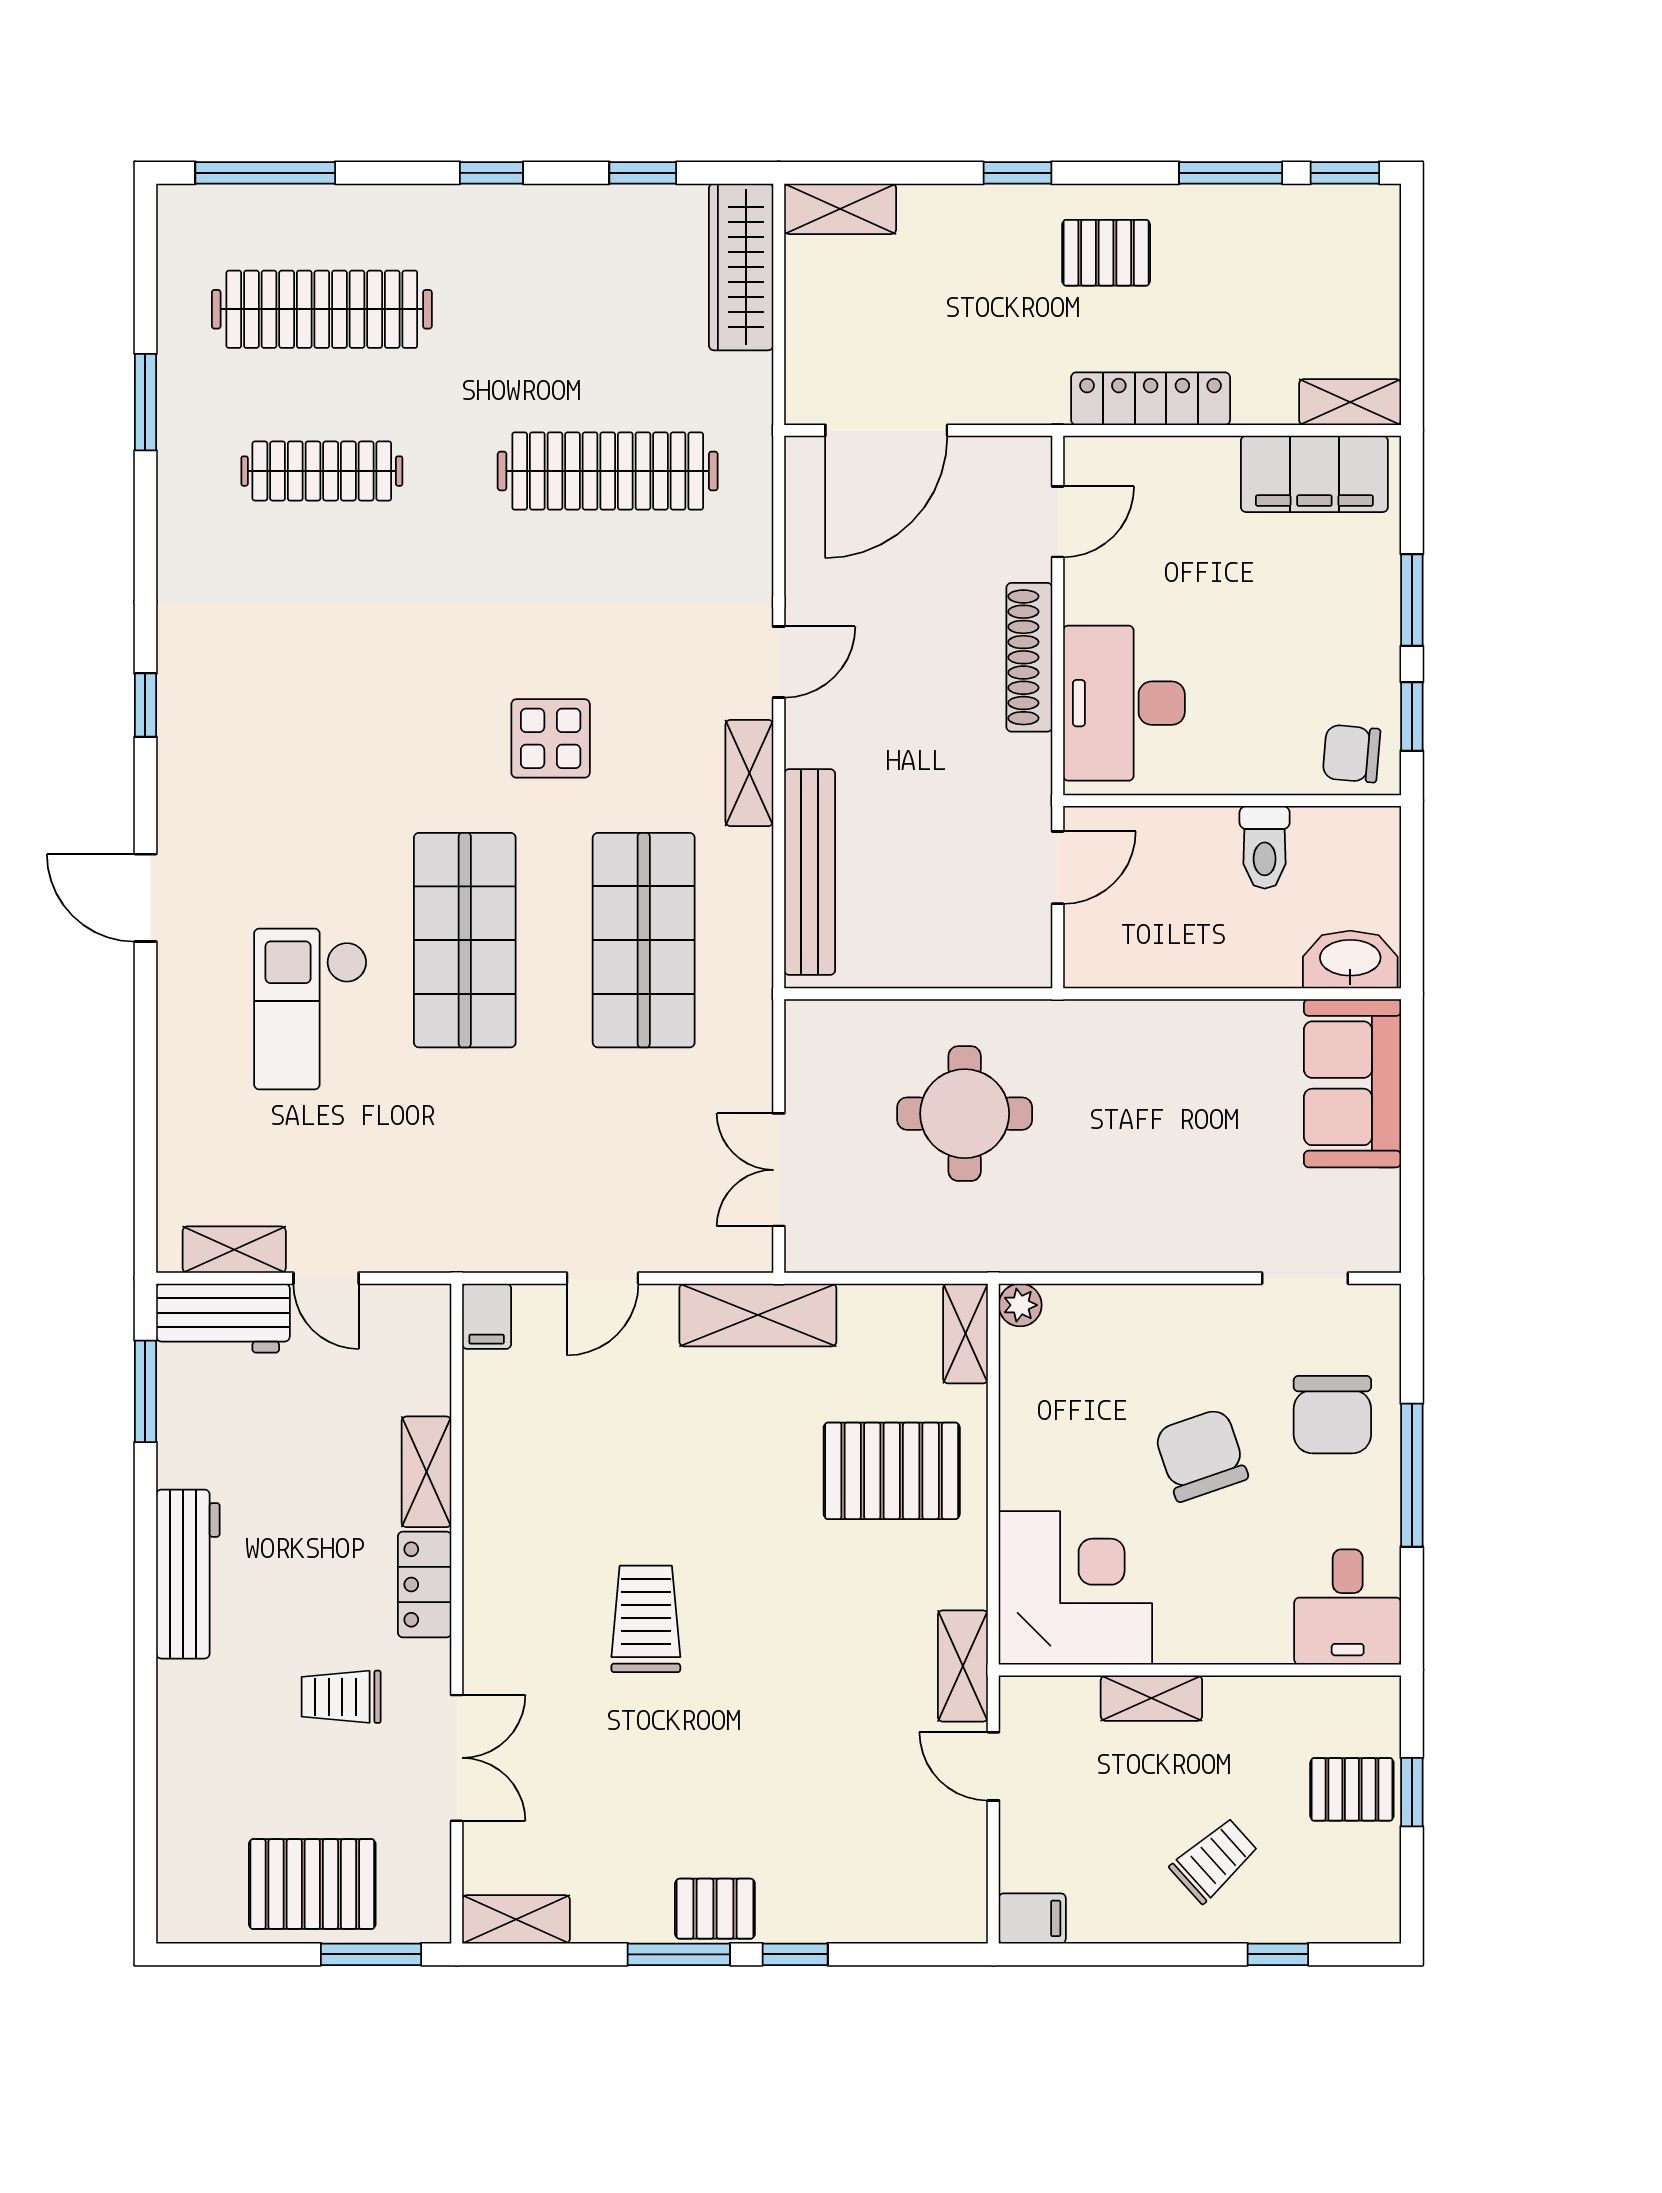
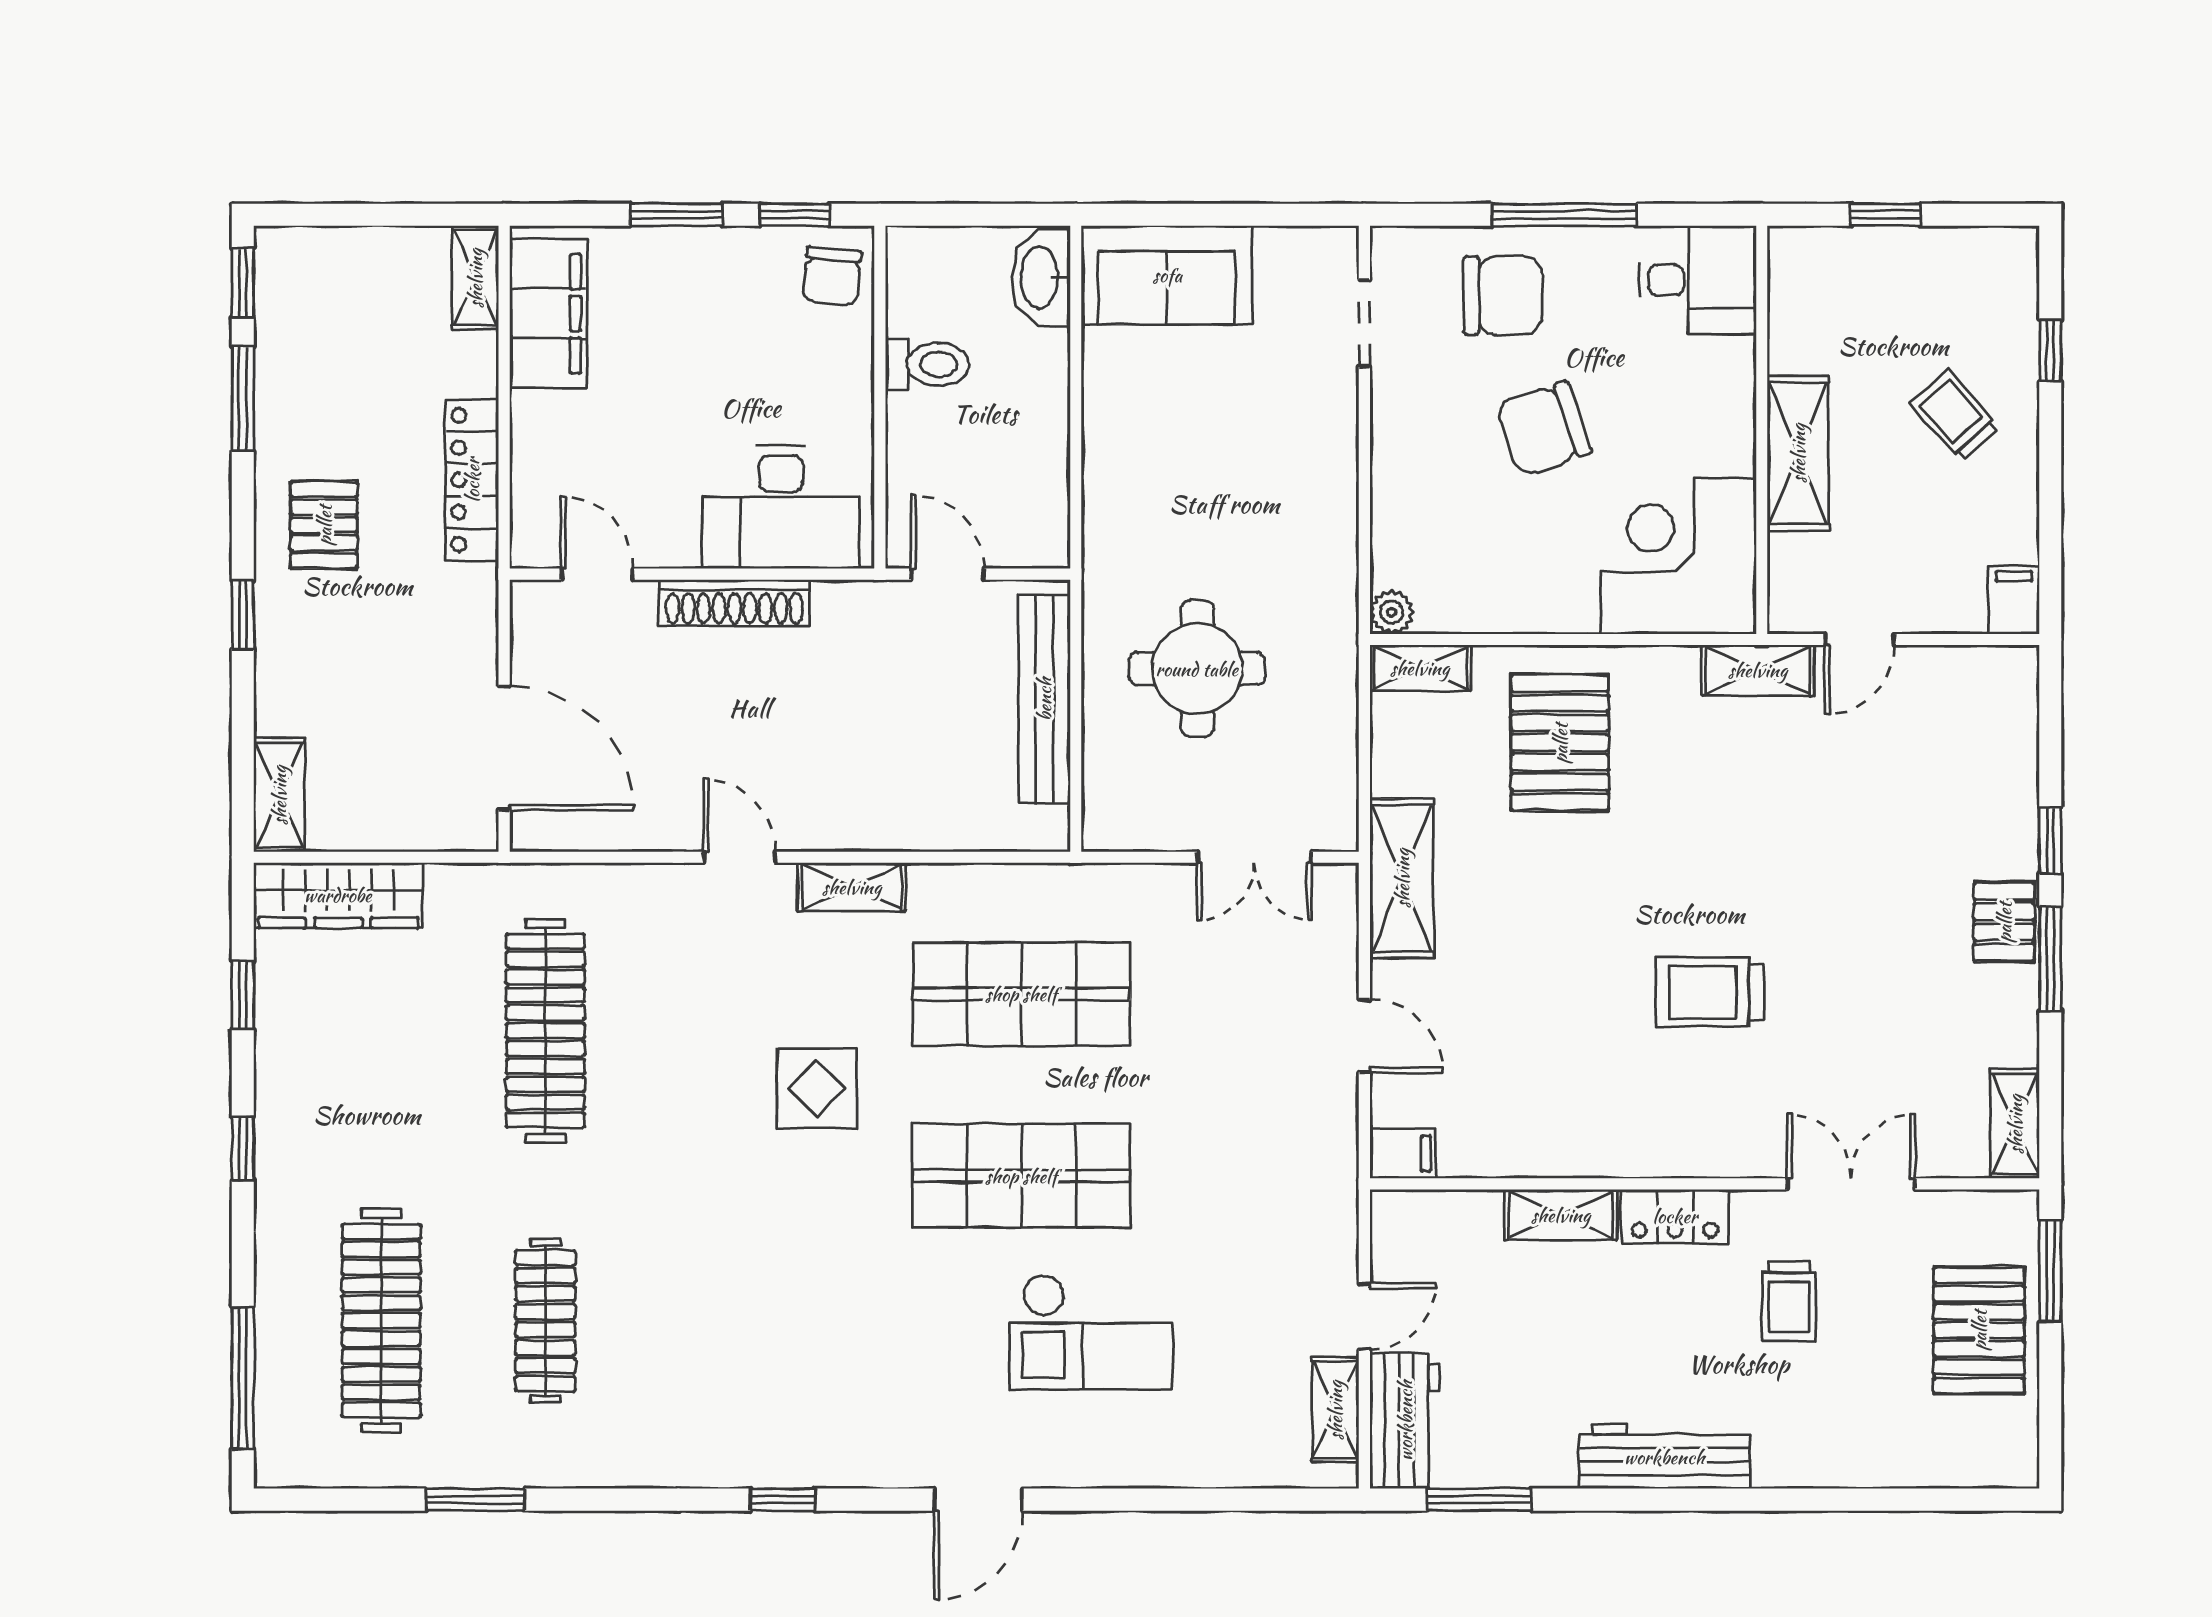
bench: (810, 872) -> (1044, 699), moved, turned 90
shelving: (1151, 1698) -> (1798, 453), width x1.50, depth x1.33
pallet: (1352, 1789) -> (1883, 276), removed

